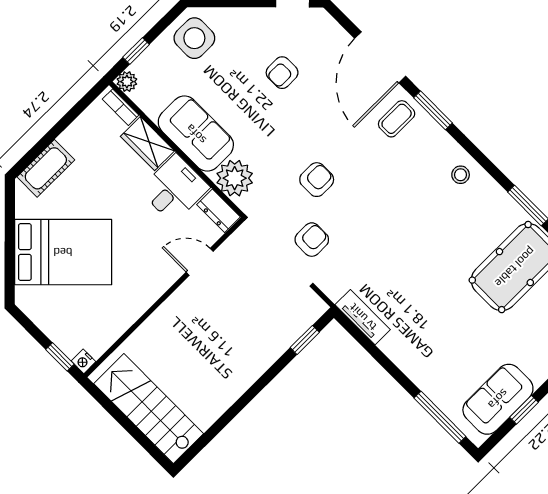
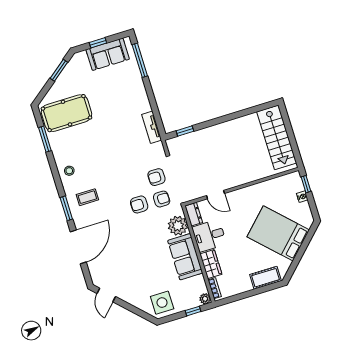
armchair: (282, 73) -> (162, 199), moved
coffee table: (397, 119) -> (87, 197), moved
nightstand: (83, 361) -> (302, 197), moved

